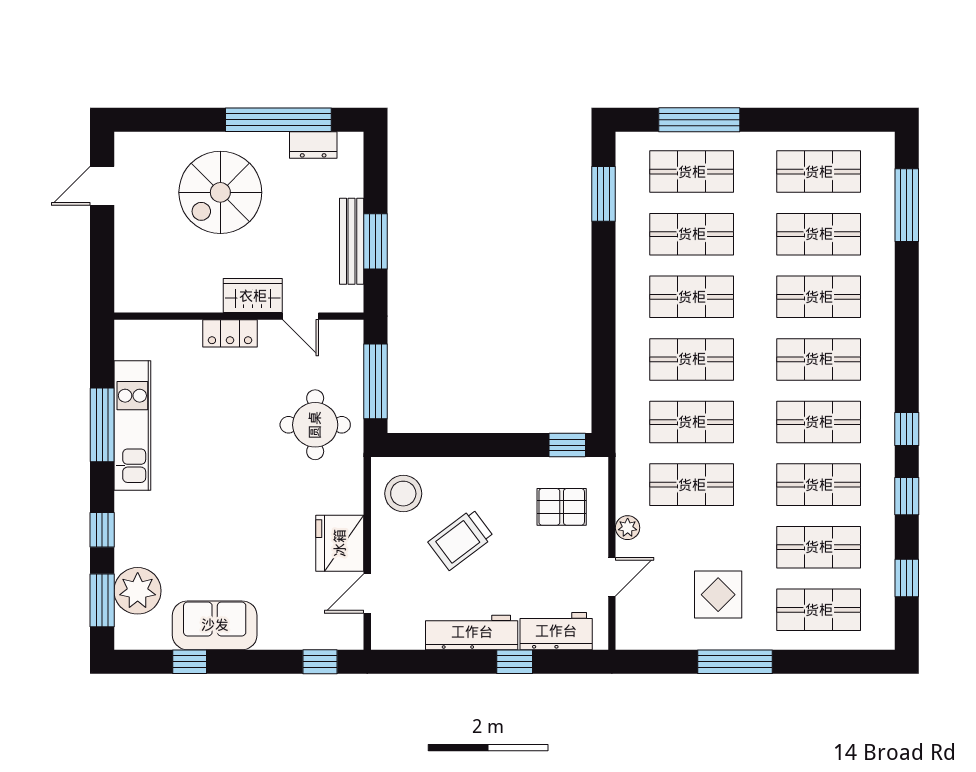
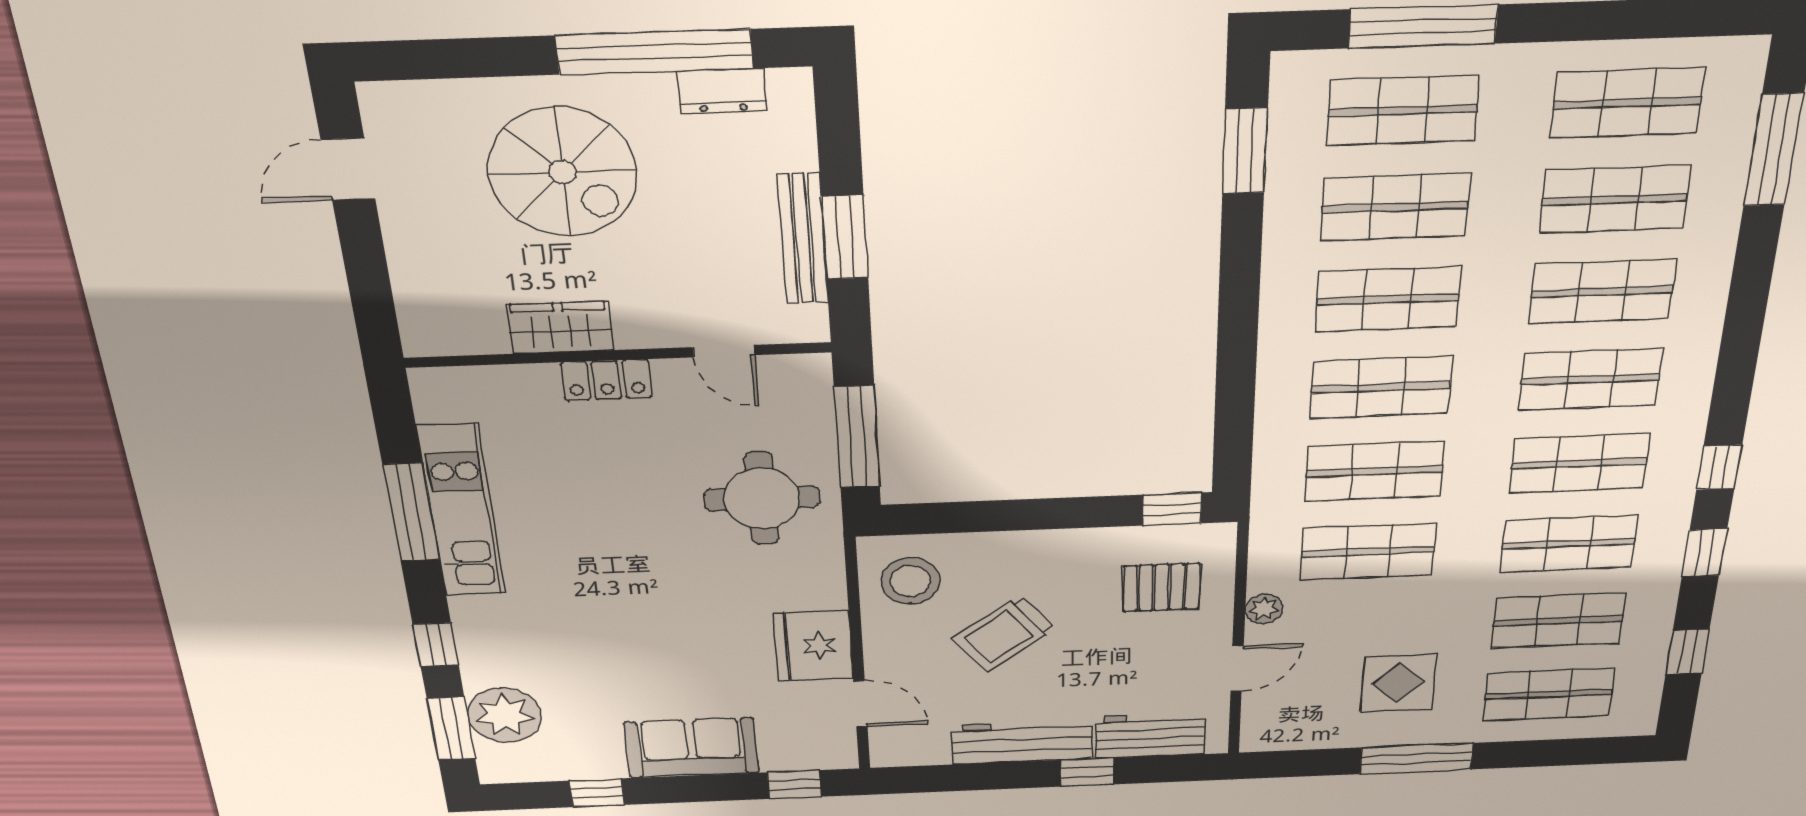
spiral stairs: (220, 192) -> (563, 172), turned -90
wardrobe: (253, 296) -> (560, 328), moved
door: (367, 593) -> (860, 704), swing flipped
sofa: (215, 625) -> (692, 748), moved

